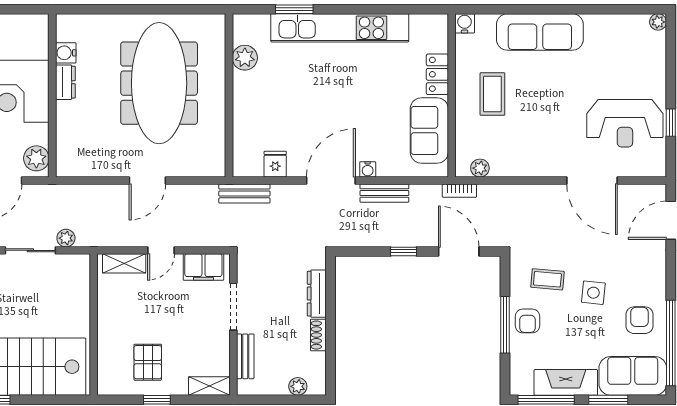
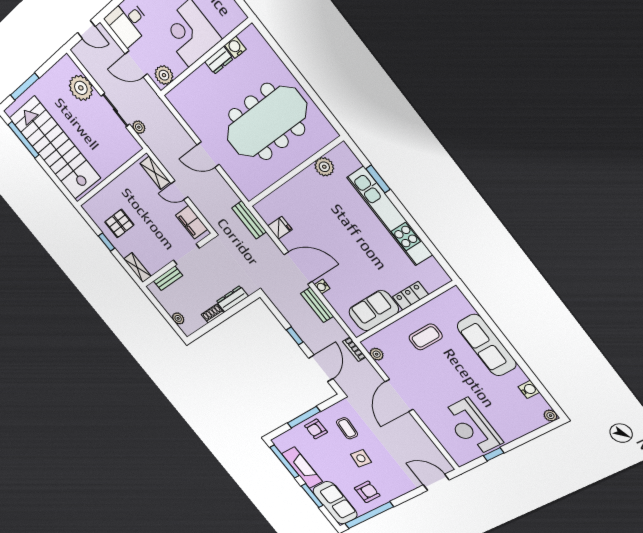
water cooler: (465, 23) -> (529, 389), moved
door: (592, 180) -> (399, 395), moved

